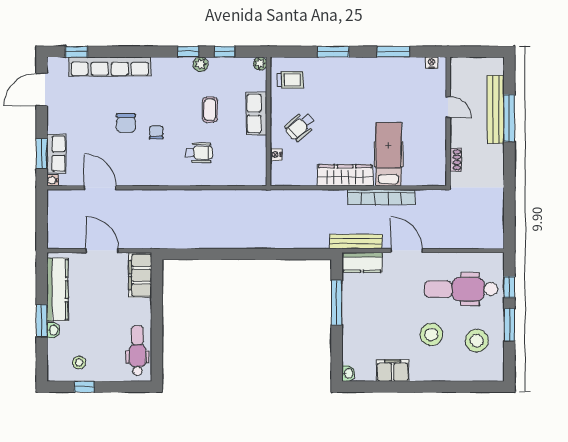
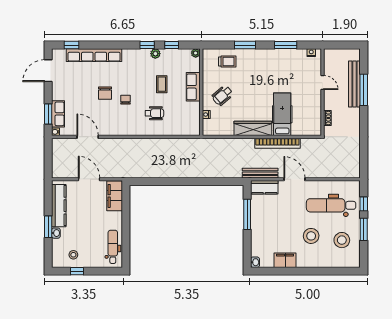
trolley: (291, 80) -> (227, 62), moved

